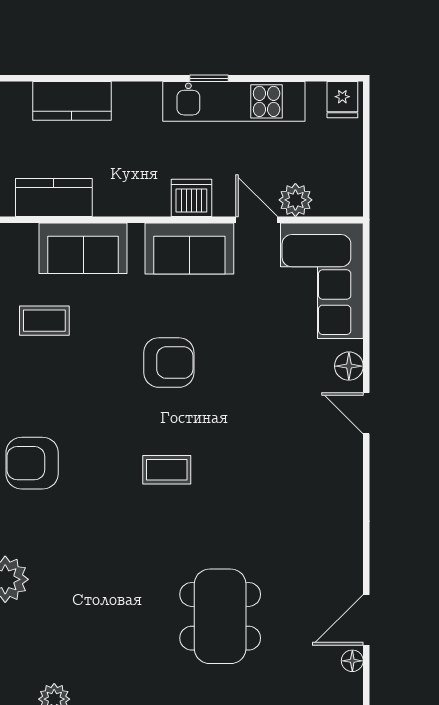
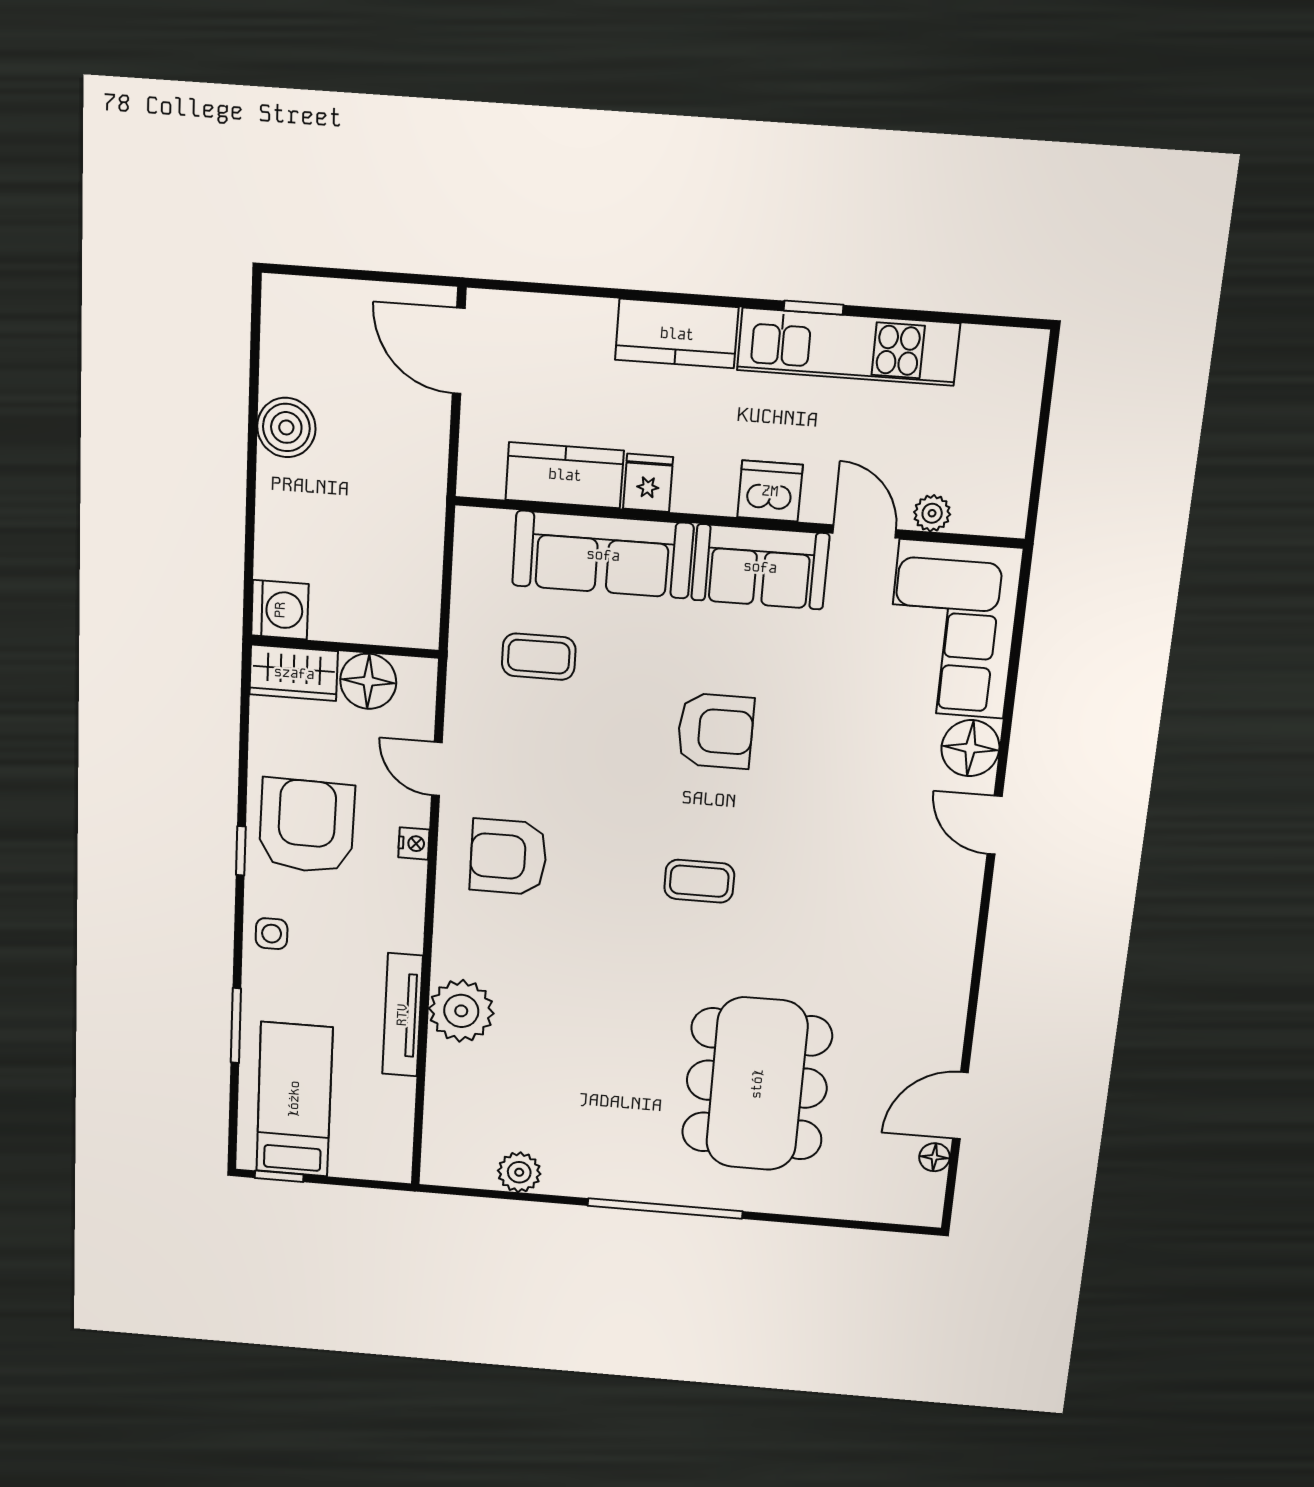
fridge: (342, 100) -> (648, 483), moved, turned 180
kitchen counter: (72, 101) -> (677, 334), moved
plant: (295, 200) -> (932, 513), width x0.73, depth x0.73
sofa: (83, 248) -> (603, 555), width x1.36
floor lamp: (349, 366) -> (970, 748), width x1.38, depth x1.38
dining table: (220, 616) -> (757, 1084), width x1.36, depth x1.24

